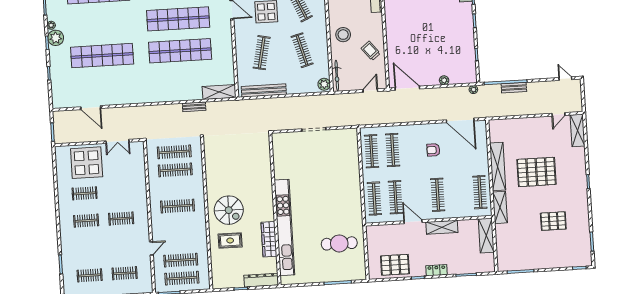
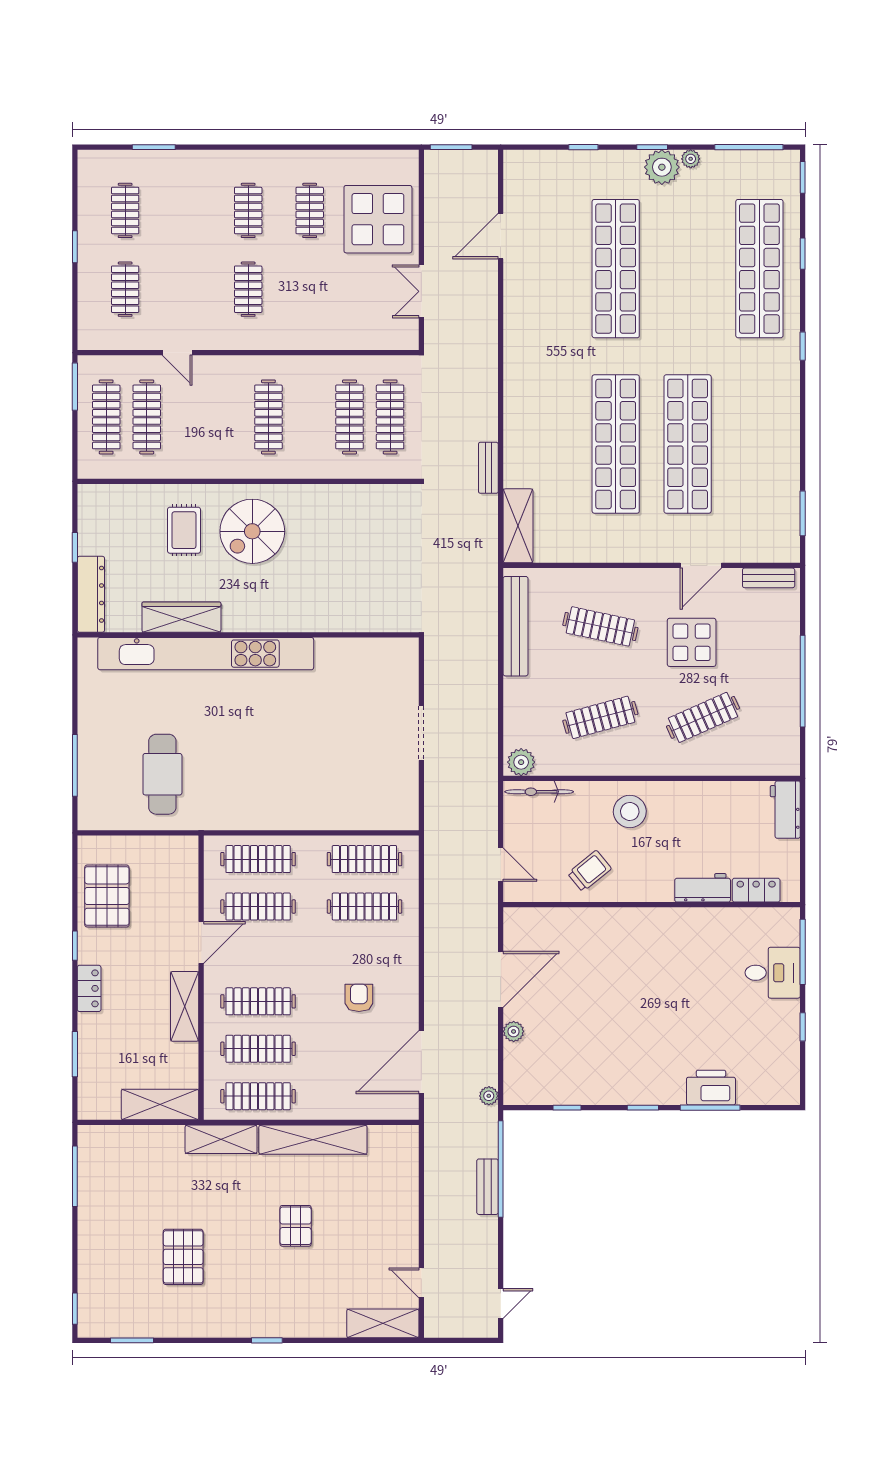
door: (407, 88) -> (501, 979), moved
pallet: (536, 172) -> (296, 1226), width x0.49, depth x0.50
clothes rail: (459, 193) -> (258, 1049), added

